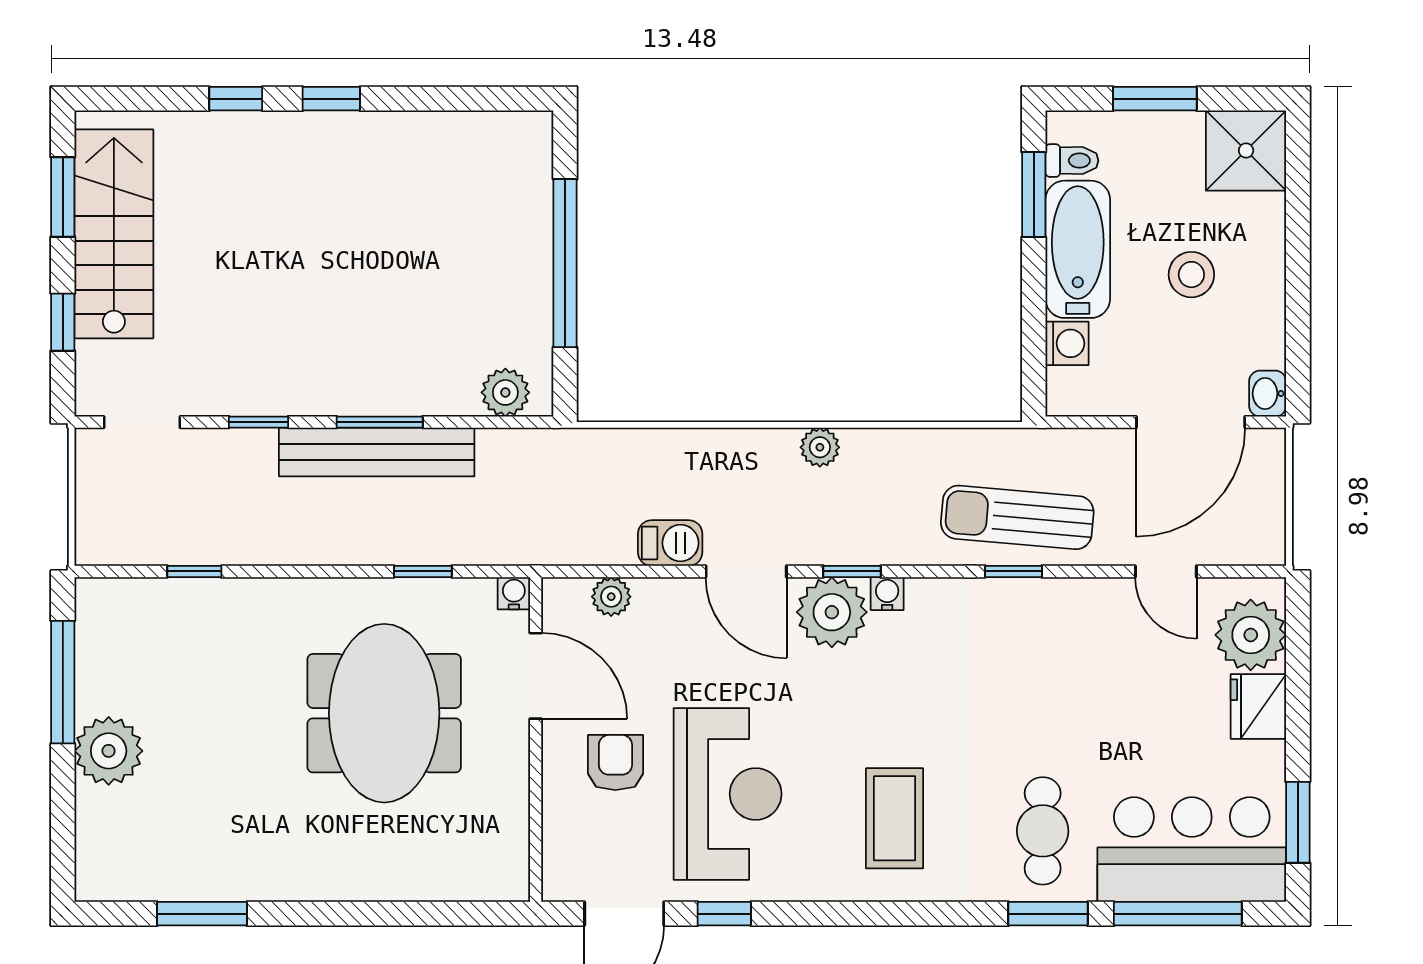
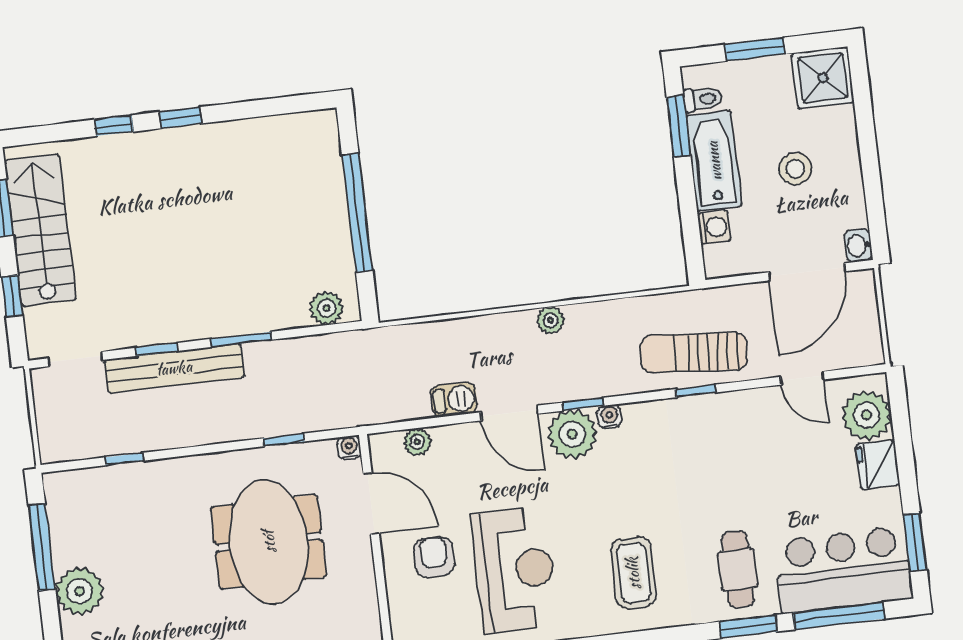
bench: (377, 452) -> (174, 368), moved

